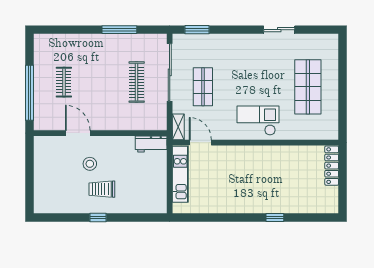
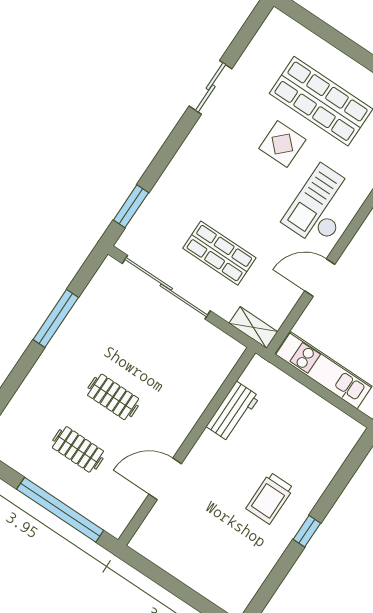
clothes rail: (137, 82) -> (113, 397), moved, width x0.73
display table: (275, 82) -> (282, 144), added
door: (200, 143) -> (320, 278), moved
workbench: (151, 144) -> (233, 412), moved
stool: (90, 164) -> (221, 491), removed

